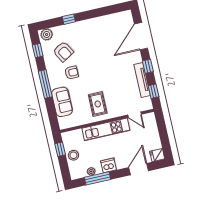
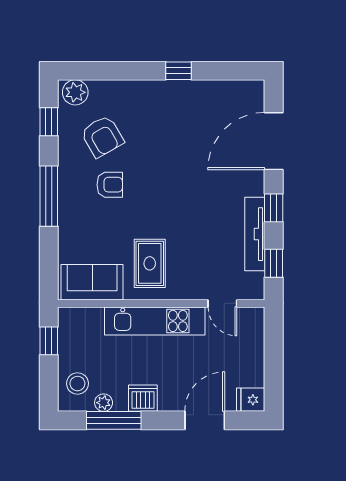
window: (69, 19) -> (179, 71), moved
sofa: (62, 102) -> (92, 282), moved, turned -90
stool: (73, 155) -> (77, 384), moved

